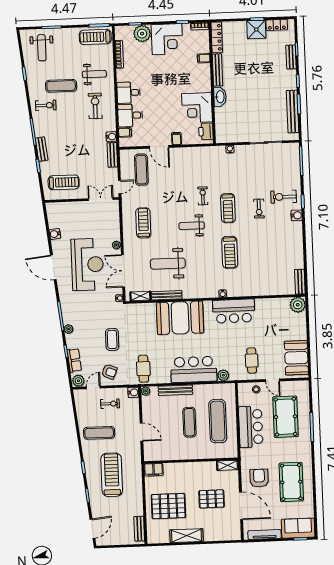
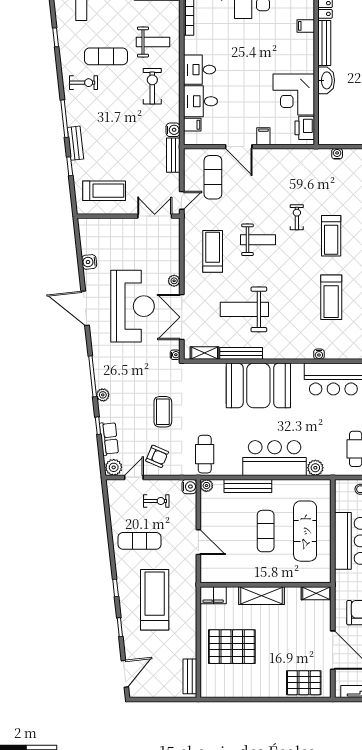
weight bench: (192, 226) -> (258, 240), moved, turned 180
pallet: (212, 499) -> (304, 683), moved
shelving: (187, 536) -> (262, 596), moved

